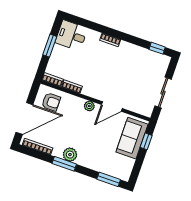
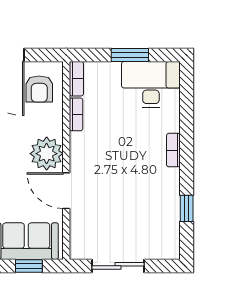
desk: (71, 35) -> (151, 84), width x1.37
window: (157, 48) -> (187, 208), moved
plant: (89, 106) -> (47, 154), width x1.87, depth x1.87

